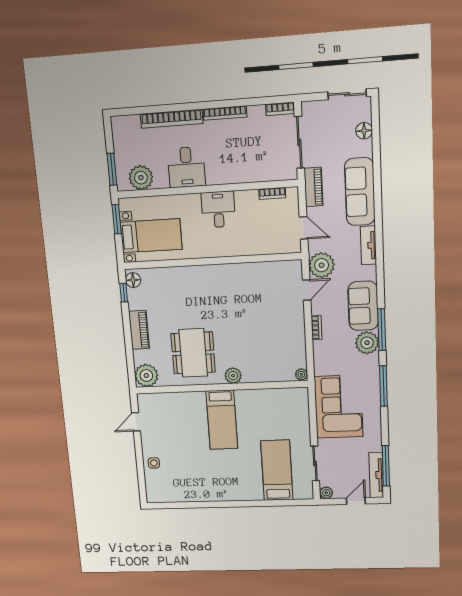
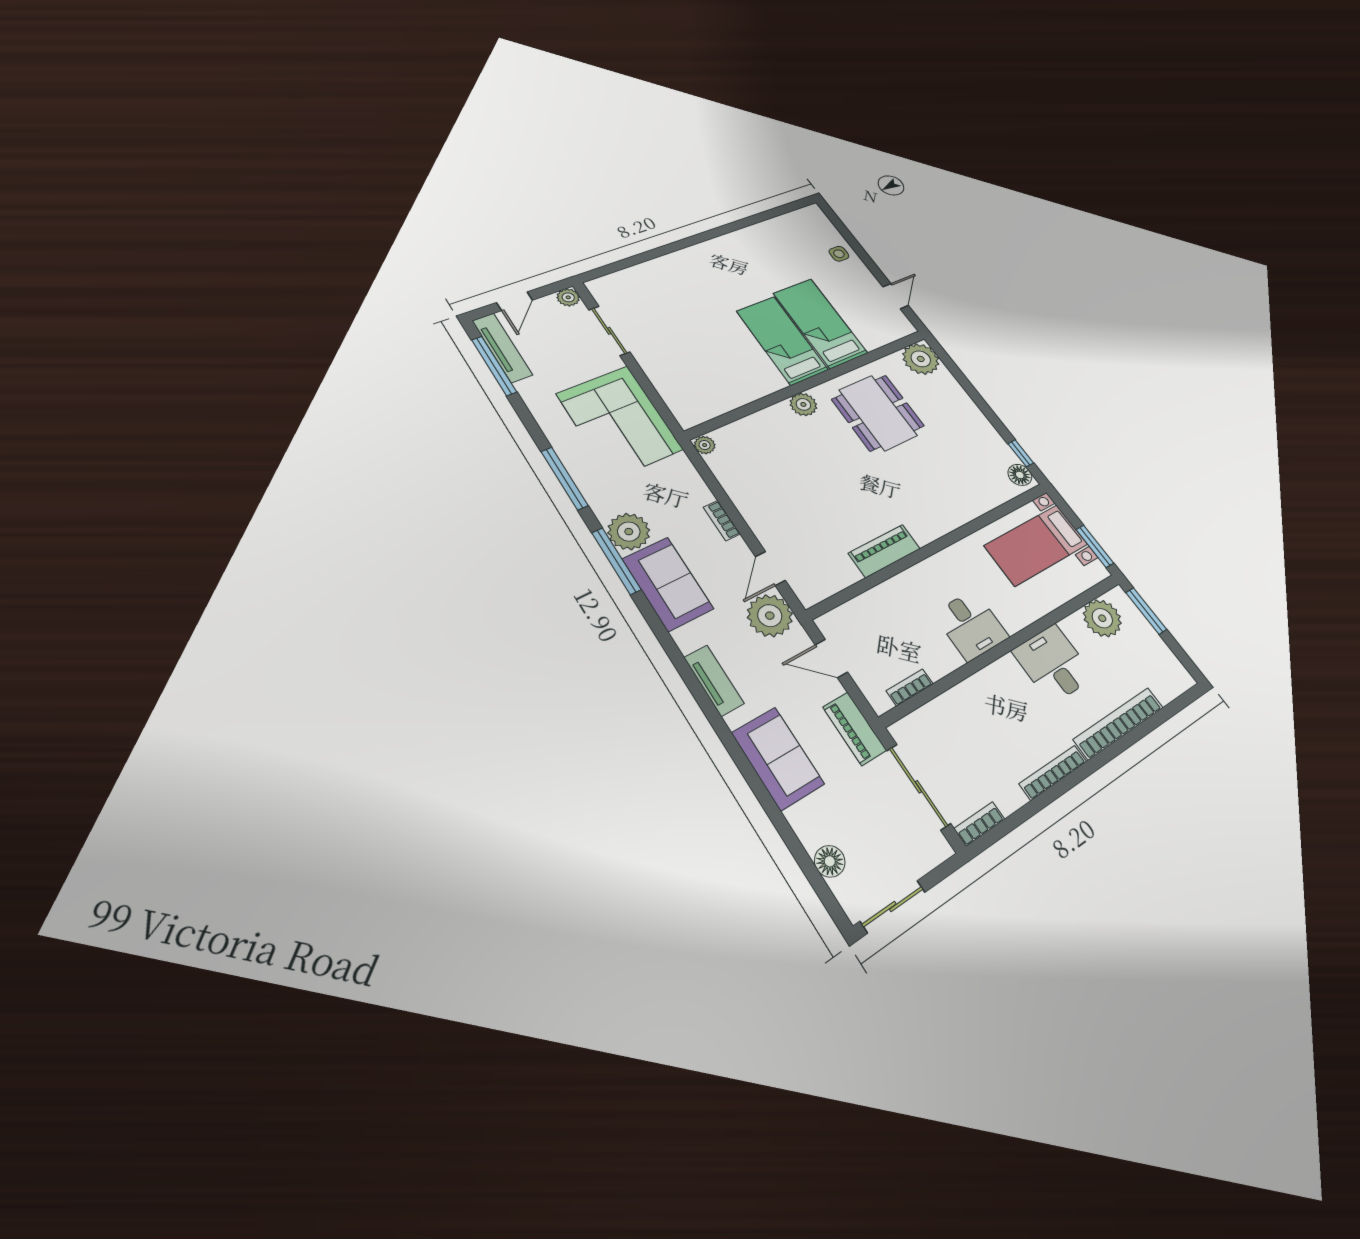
sofa: (360, 192) -> (778, 758), width x0.73
piano: (139, 330) -> (884, 551), moved, turned 90
bed: (277, 470) -> (820, 323), moved, turned 180

